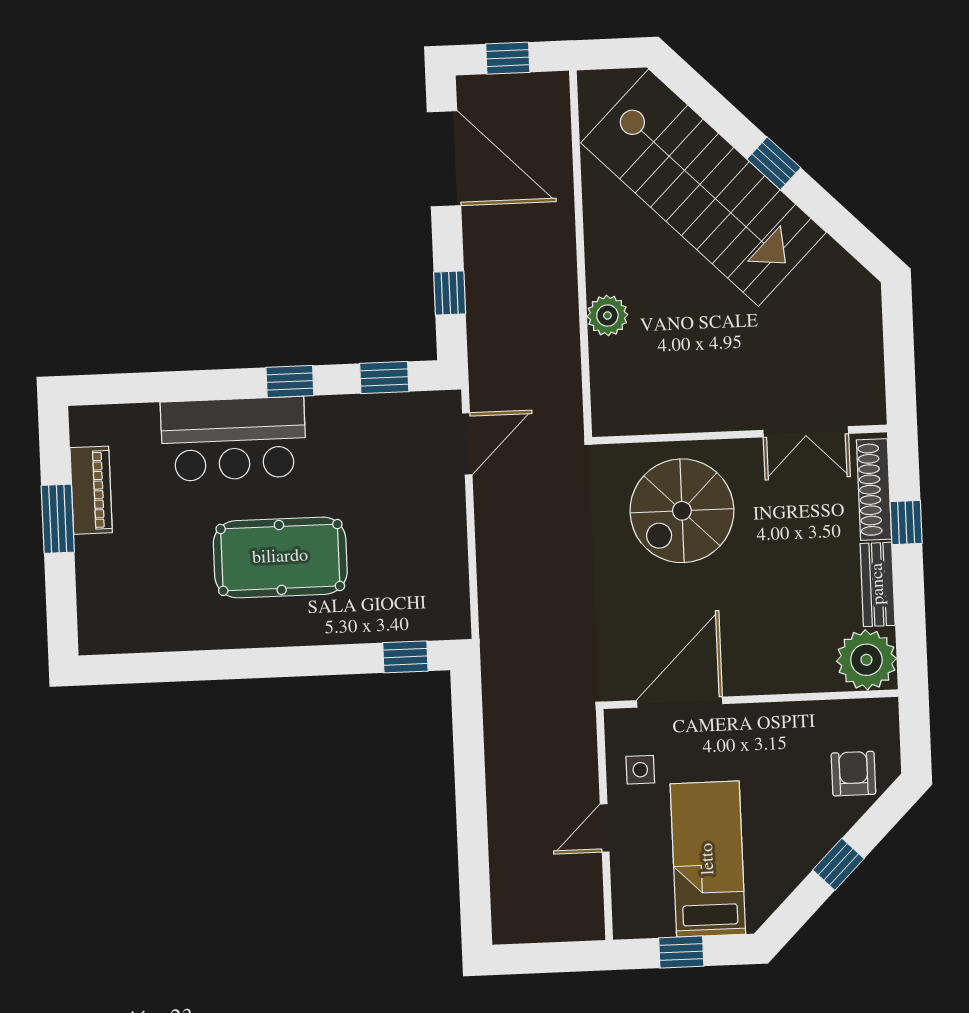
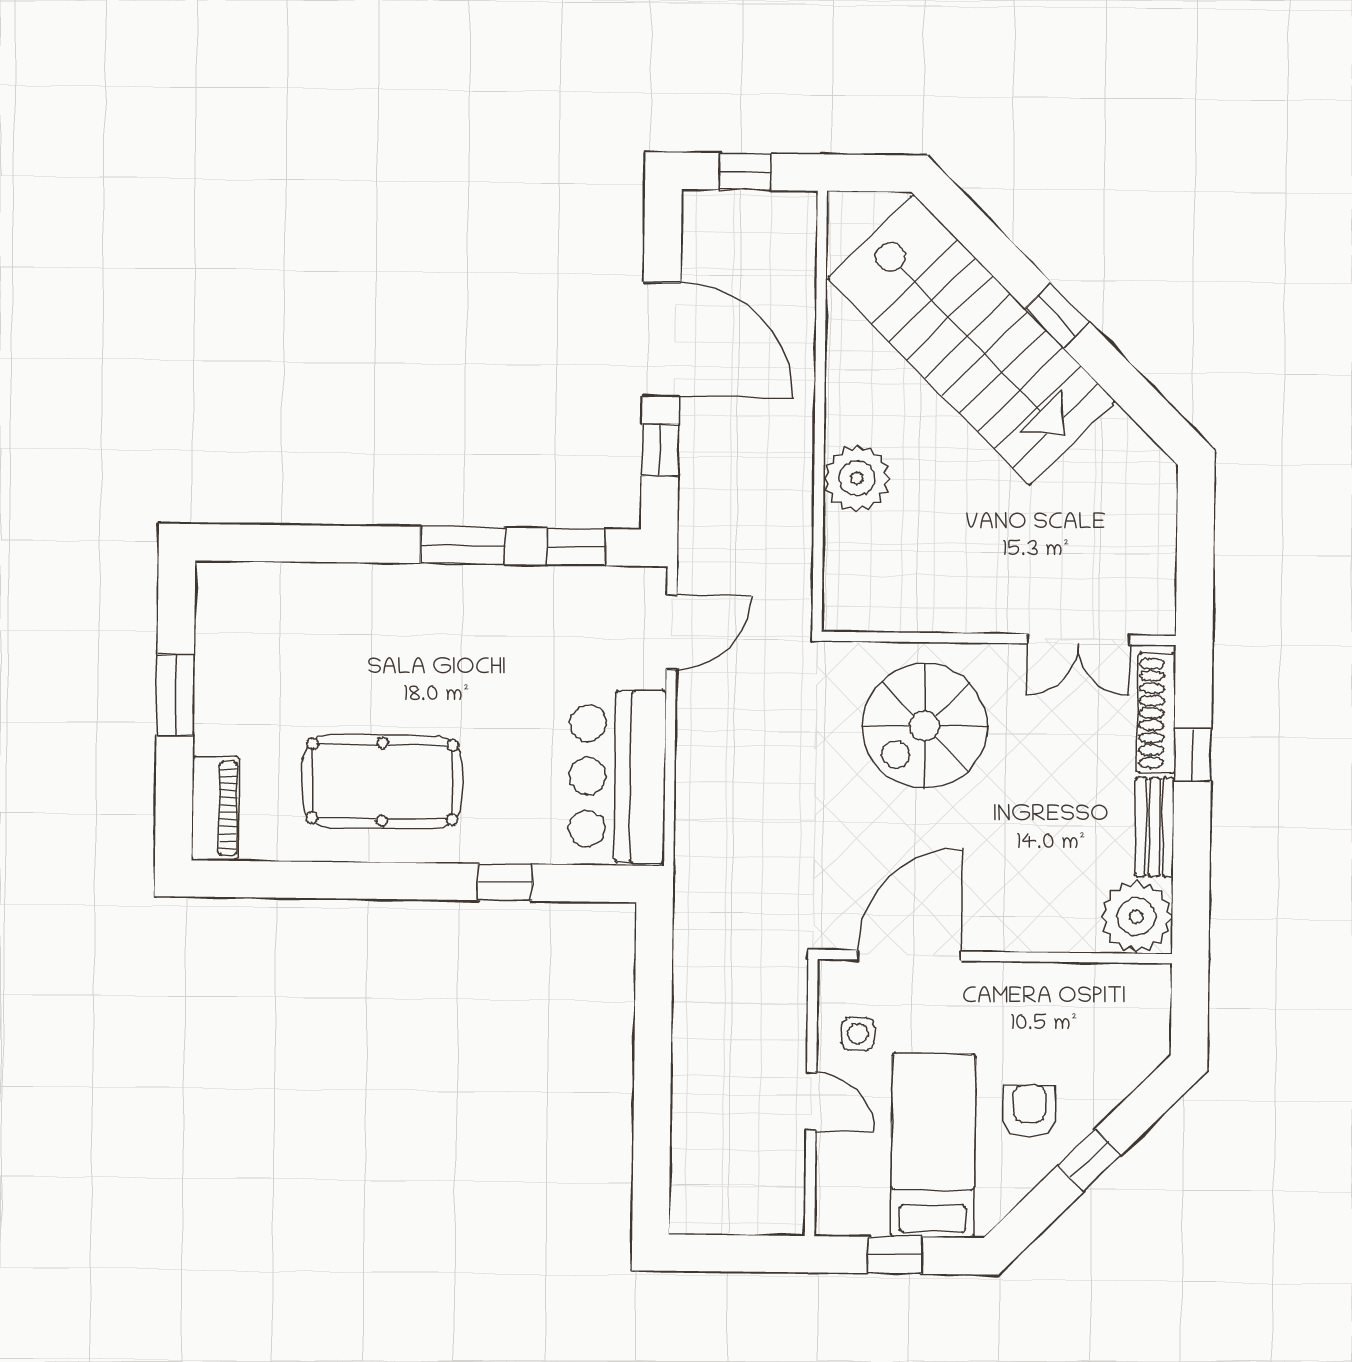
door: (444, 159) -> (661, 339), moved
plant: (607, 316) -> (857, 478), width x1.36, depth x1.36
window: (290, 381) -> (463, 545), width x1.50
bar counter: (233, 439) -> (617, 776), moved, turned 90
piano: (91, 490) -> (215, 808), moved
pool table: (280, 557) -> (382, 782), moved
window: (405, 657) -> (505, 882), moved
armchair: (853, 774) -> (1029, 1111), moved
door: (605, 828) -> (811, 1101), swing flipped

